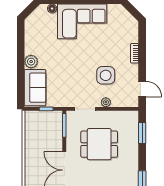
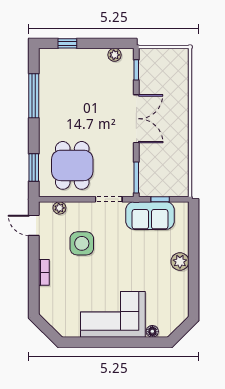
sofa: (35, 88) -> (150, 216), moved, turned -90
plant: (106, 102) -> (59, 208), moved
dining table: (99, 144) -> (72, 165), moved, turned 90

